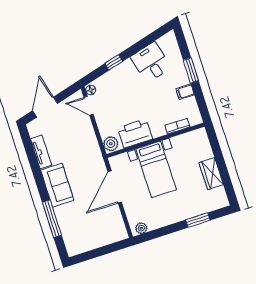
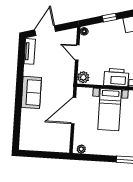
door: (89, 106) -> (77, 53), moved
printer: (135, 133) -> (116, 77), moved
tv unit: (41, 152) -> (30, 51), moved
window: (52, 219) -> (17, 116), removed

